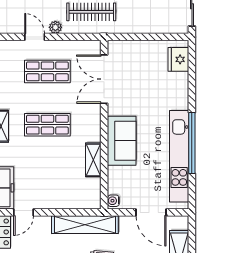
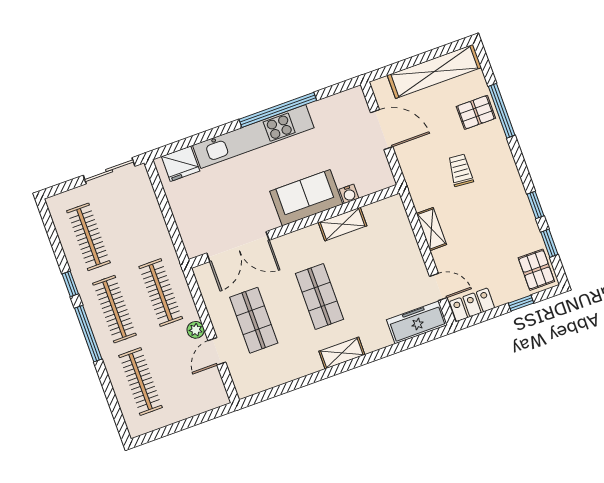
kitchen unit: (179, 156) -> (253, 137), moved
water cooler: (113, 201) -> (349, 194), moved
door: (151, 212) -> (382, 130), hinge flipped
shelving: (85, 225) -> (431, 229), width x0.45, depth x0.75

